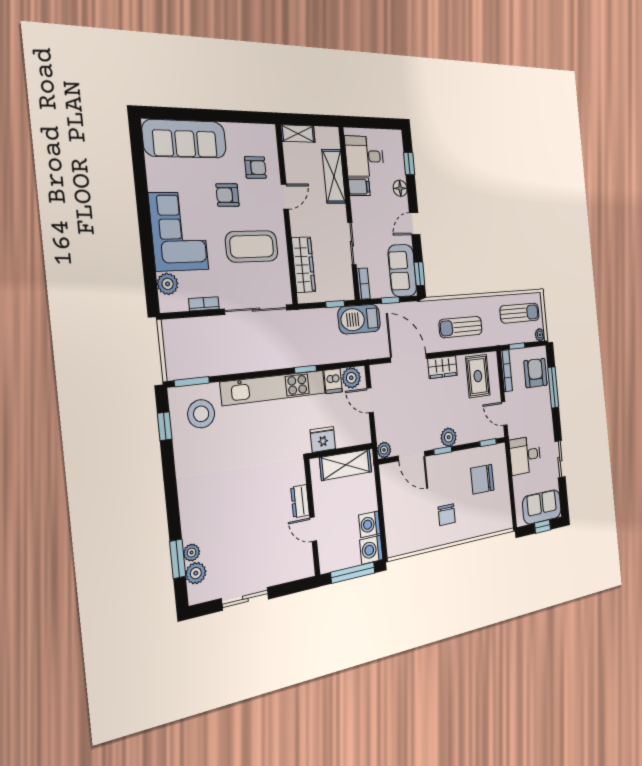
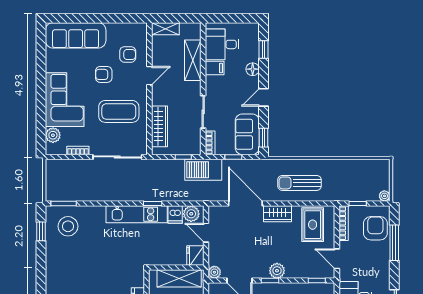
sun lounger: (520, 313) -> (364, 176), removed
kitchen unit: (274, 388) -> (137, 214), width x0.73
fridge: (323, 439) -> (195, 255), moved, turned -90

